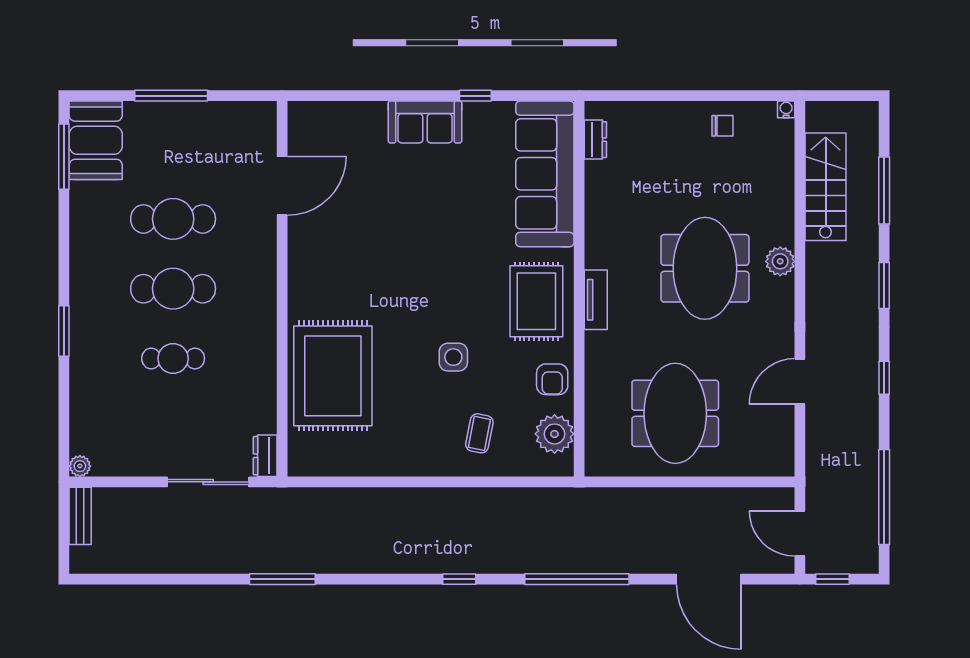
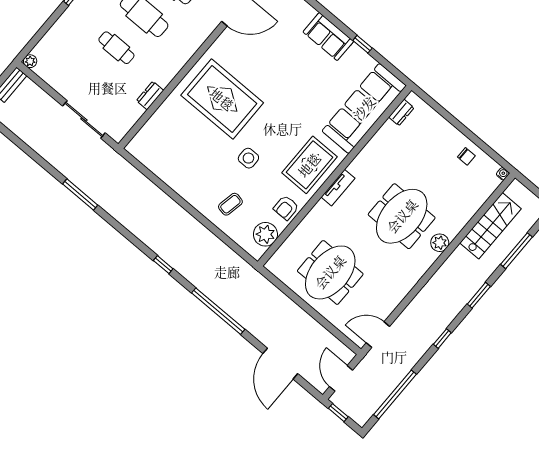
rug: (333, 376) -> (222, 99), moved, turned 90
door: (800, 381) -> (378, 335), moved
dresser: (265, 456) -> (150, 96), moved

